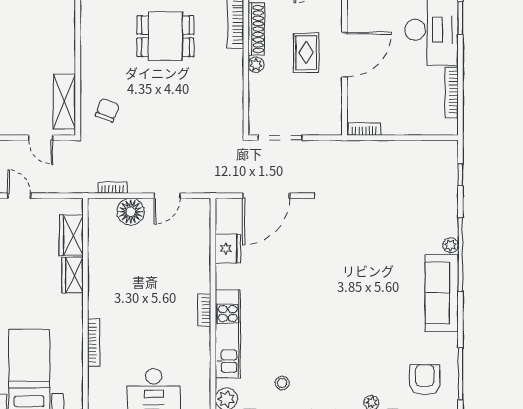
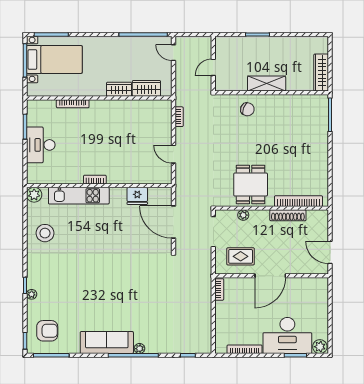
dining table: (165, 36) -> (251, 184), moved
rug: (306, 53) -> (241, 256), moved
door: (344, 55) -> (270, 276), hinge flipped
plant: (256, 65) -> (243, 215), moved
shelving: (64, 101) -> (267, 84), moved
chair: (107, 110) -> (247, 109), moved
door: (19, 196) -> (173, 53), swing flipped
floor lamp: (131, 212) -> (163, 129), removed
stool: (282, 383) -> (45, 233), width x1.89, depth x1.89

